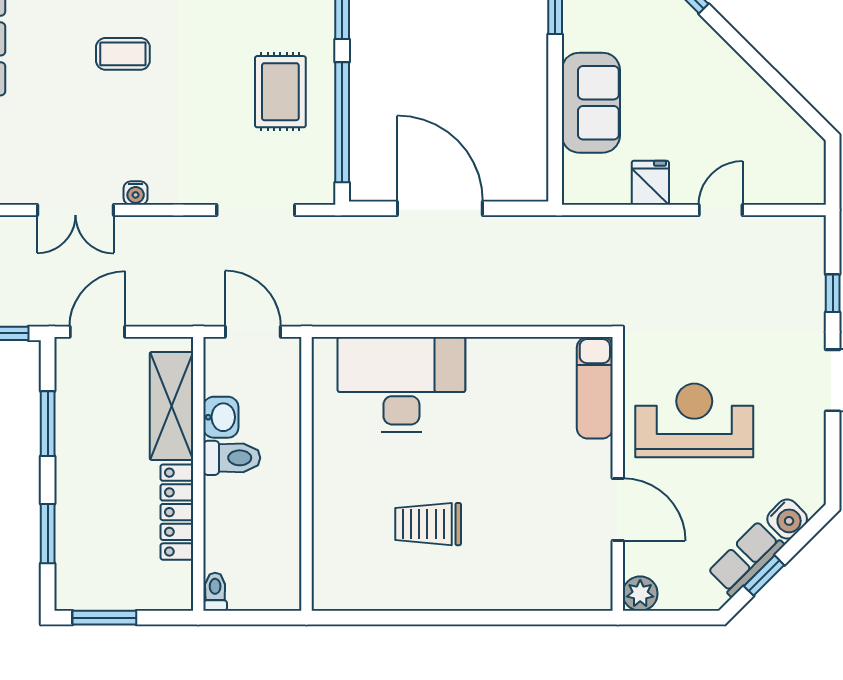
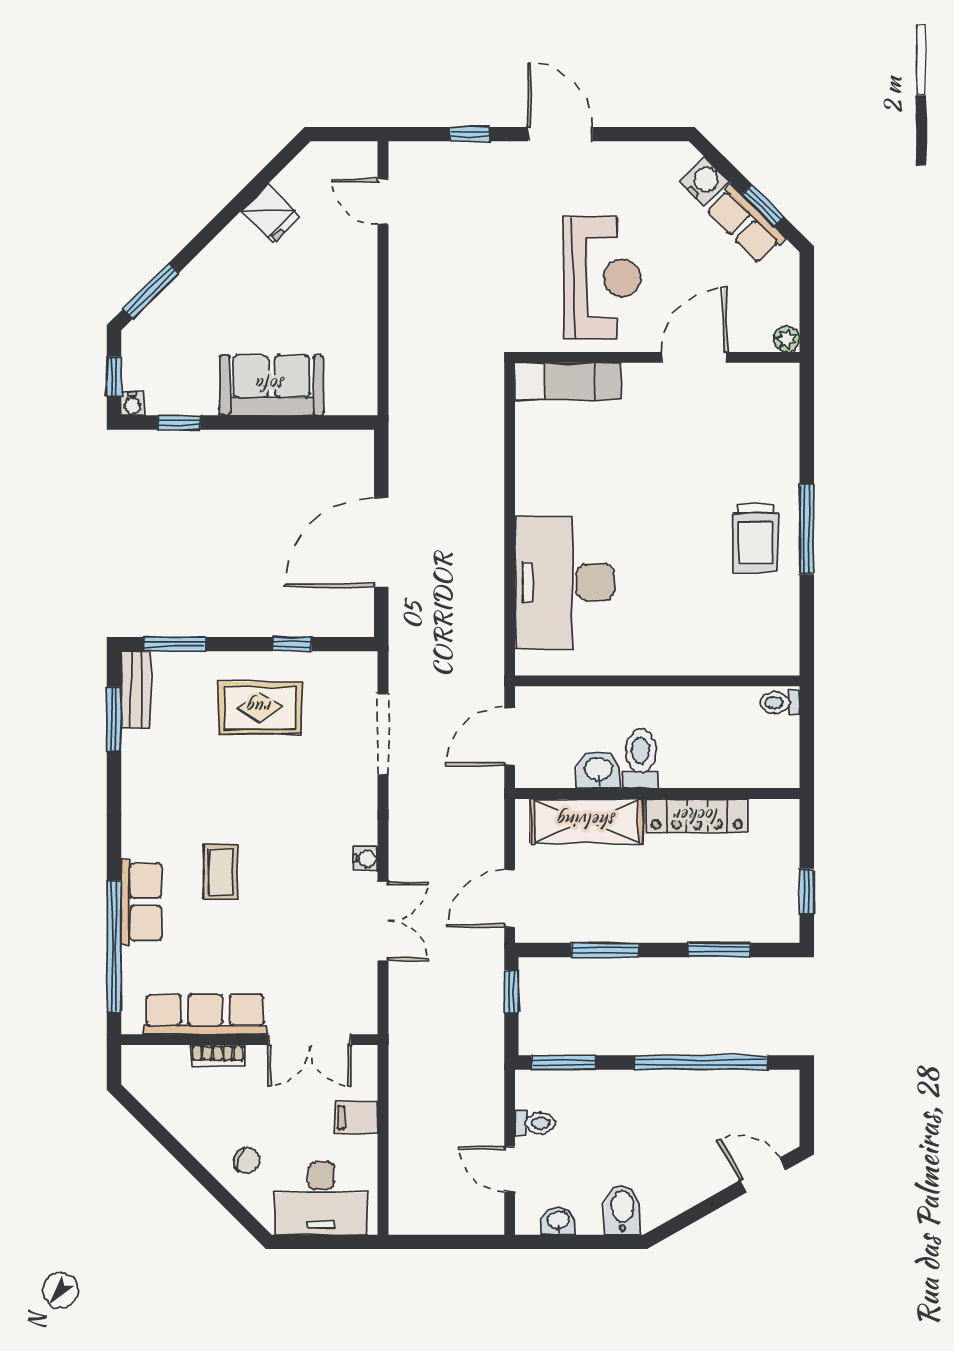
window: (342, 122) -> (292, 644), width x0.32
fridge: (650, 183) -> (271, 213), moved, turned -135
door: (721, 210) -> (383, 202), moved
door: (97, 332) -> (510, 898), hinge flipped
reception desk: (694, 420) -> (602, 278), turned 180
trolley: (428, 524) -> (755, 538), moved
toilet: (215, 592) -> (780, 703), moved
plant: (640, 594) -> (787, 339), width x0.73, depth x0.73
window: (104, 618) -> (807, 891), width x0.67
window: (452, 618) -> (807, 529), added

